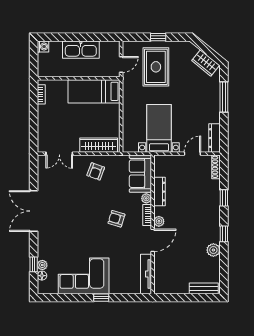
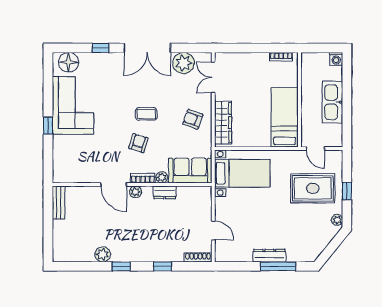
plant: (183, 46) -> (337, 220), added
wardrobe: (206, 63) -> (317, 245), removed
bed with nightstands: (159, 128) -> (242, 173), moved
dresser: (215, 138) -> (269, 256), moved
dresser: (159, 192) -> (165, 192), width x0.70
double door: (34, 211) -> (147, 48), swing flipped
coffee table: (91, 212) -> (146, 114), added
window: (34, 264) -> (100, 48), moved
plant: (42, 265) -> (183, 63), moved, width x1.87, depth x1.87
tv unit: (146, 274) -> (75, 177), removed
floor lamp: (42, 276) -> (69, 62), width x1.89, depth x1.89
bench: (204, 288) -> (59, 202), moved

